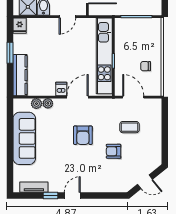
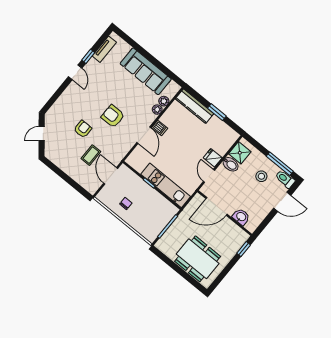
fridge: (20, 26) -> (213, 158), moved
kitchen unit: (104, 56) -> (166, 185), width x0.73
door: (133, 97) -> (111, 176), swing flipped

